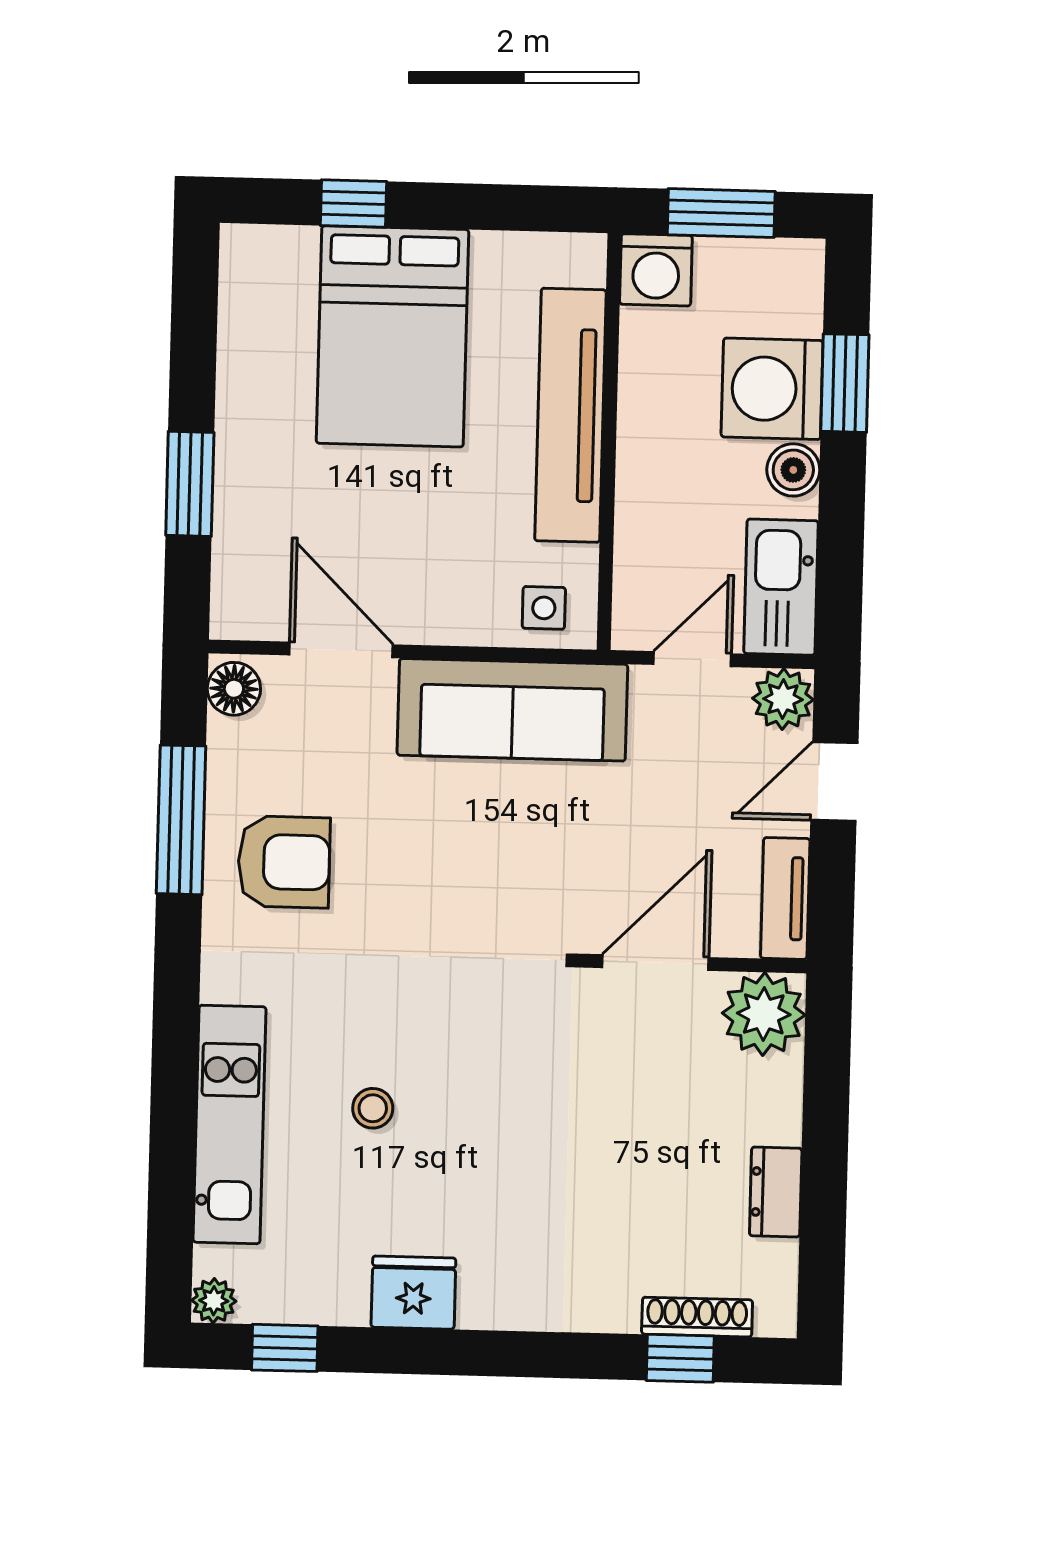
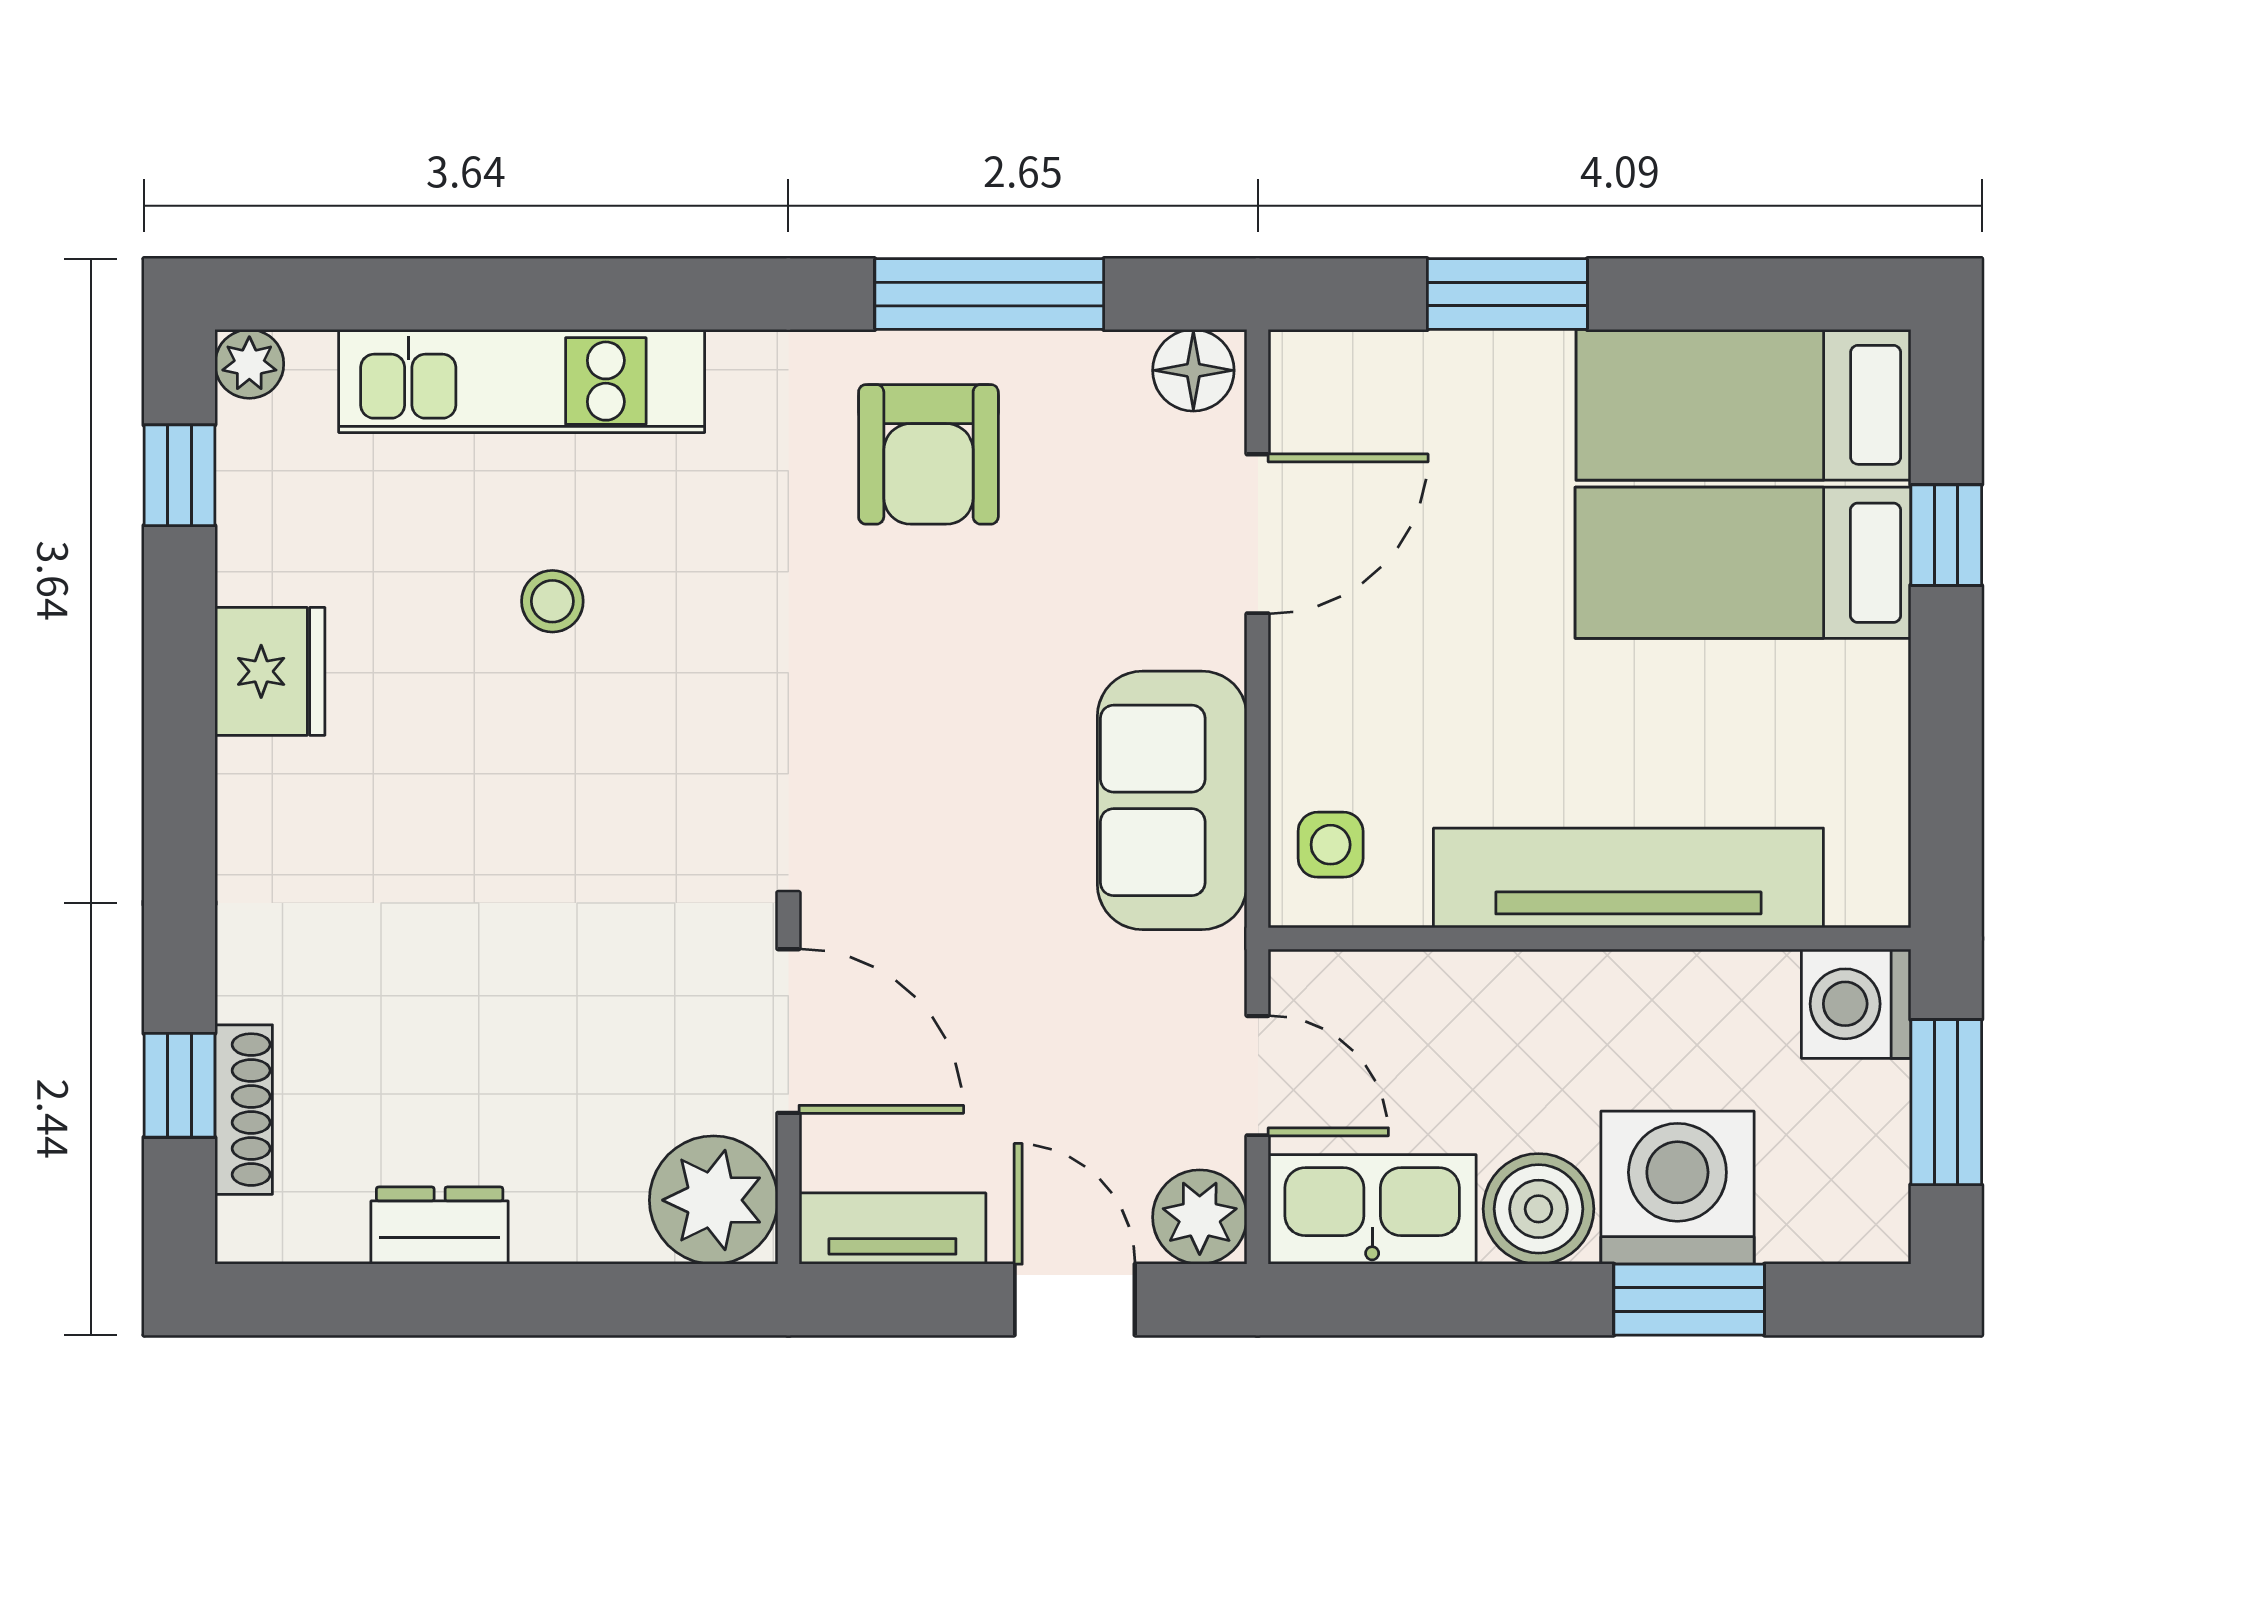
bed: (266, 333) -> (1743, 405), added
bed: (393, 336) -> (1743, 563), width x0.67
boiler: (793, 470) -> (1539, 1209), width x1.36, depth x1.36
sofa: (512, 710) -> (1172, 800), width x0.73

